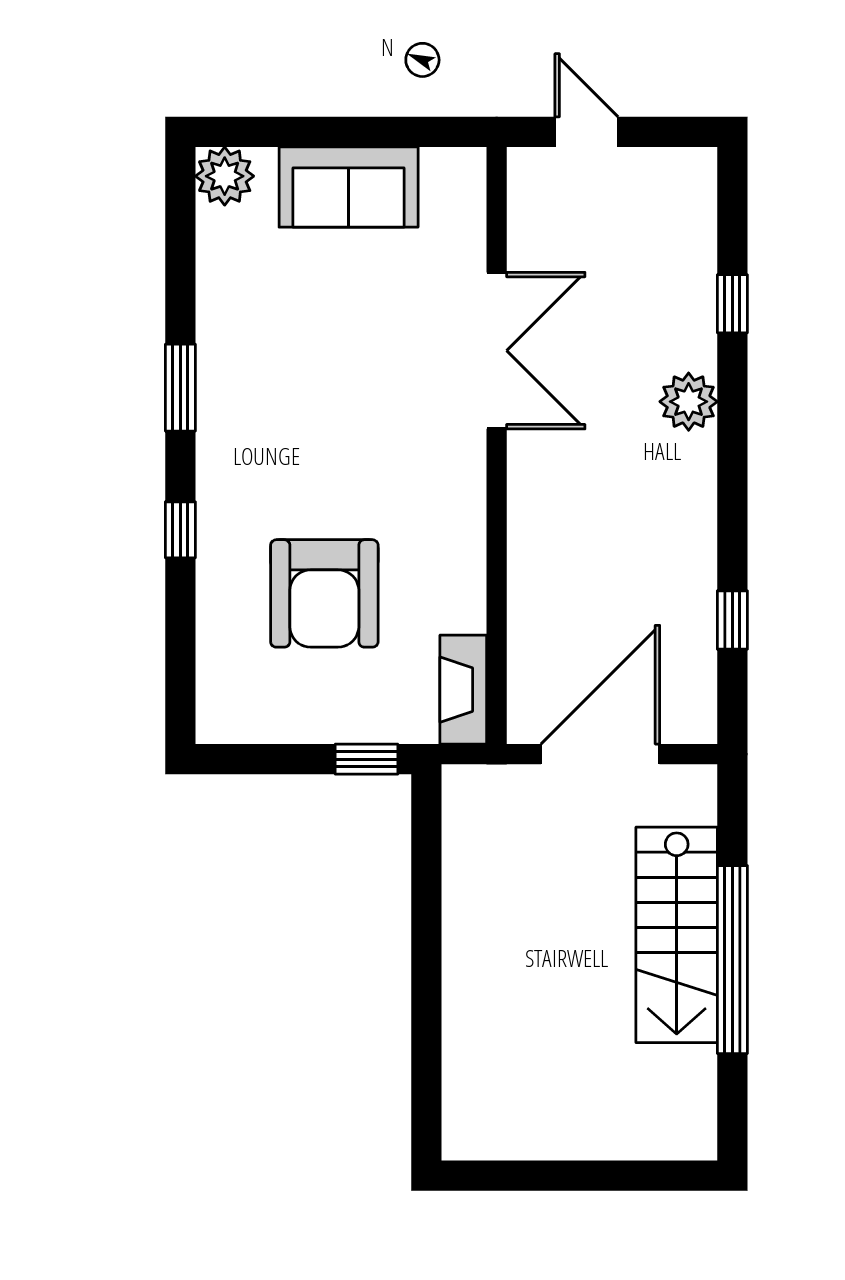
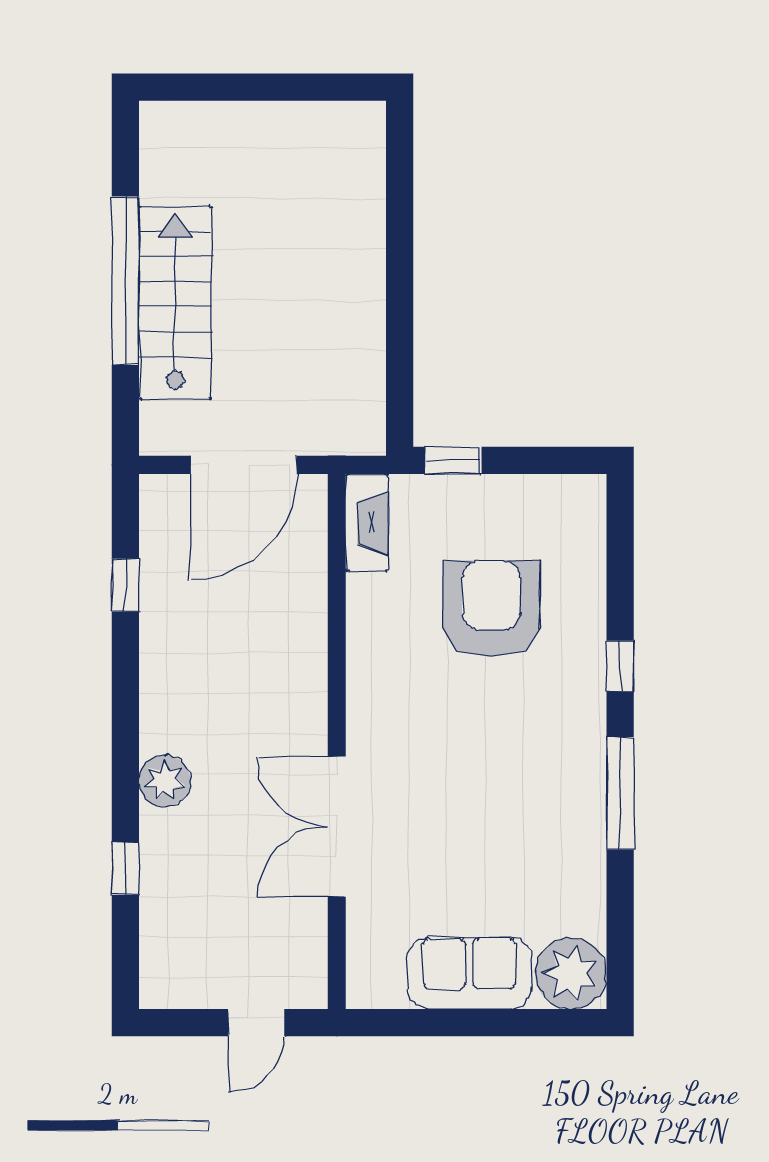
door: (586, 132) -> (256, 1023), hinge flipped
plant: (225, 176) -> (571, 973), width x1.36, depth x1.36
window: (180, 388) -> (620, 793), width x1.44

